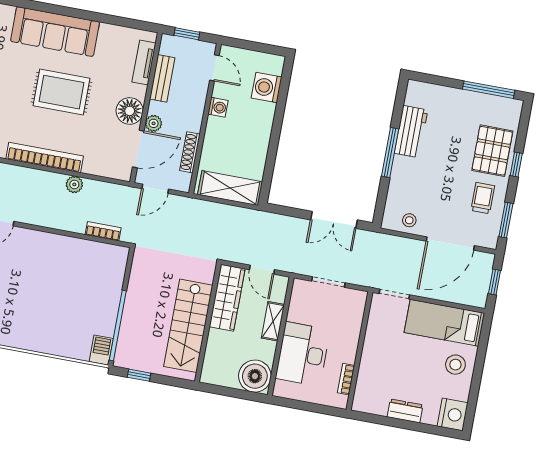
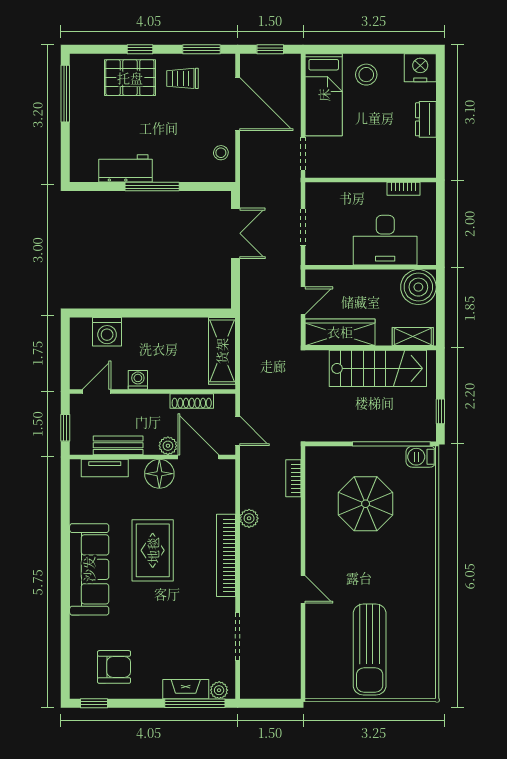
parasol: (68, 292) -> (366, 504), added
shelving: (273, 321) -> (413, 337), moved

